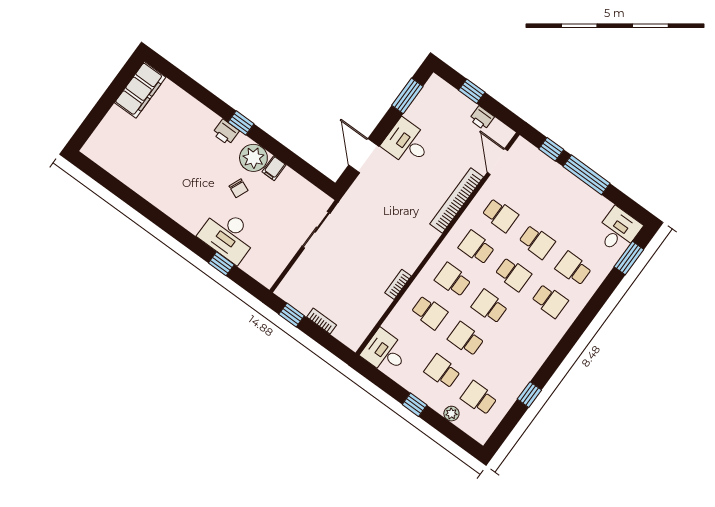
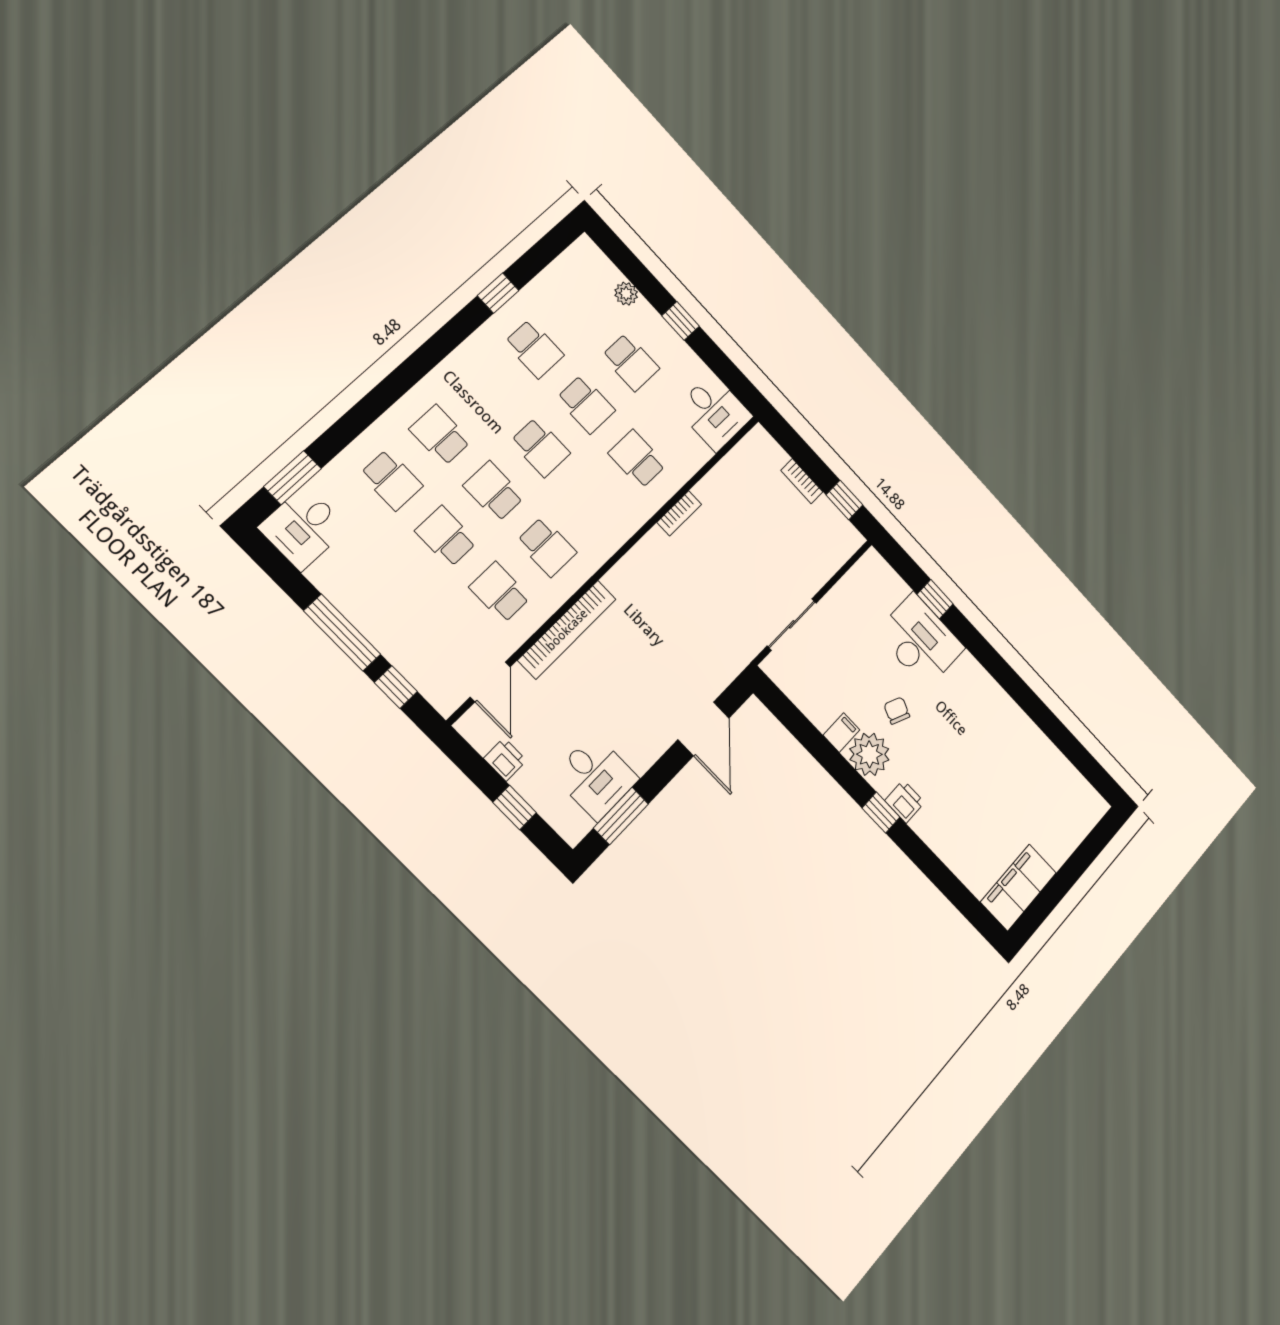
desk: (407, 143) -> (596, 777), moved
school desk: (453, 280) -> (592, 502), removed
school desk: (479, 398) -> (534, 349), moved

